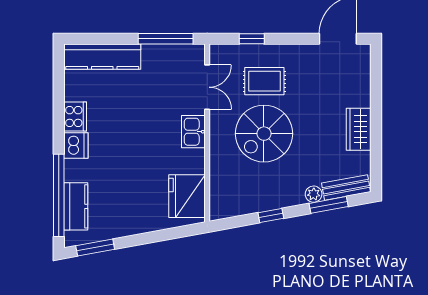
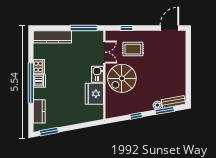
wardrobe: (359, 129) -> (180, 73), removed
spiral stairs: (264, 134) -> (122, 78), moved
window: (59, 195) -> (31, 83), moved
fridge: (187, 196) -> (94, 94), moved

